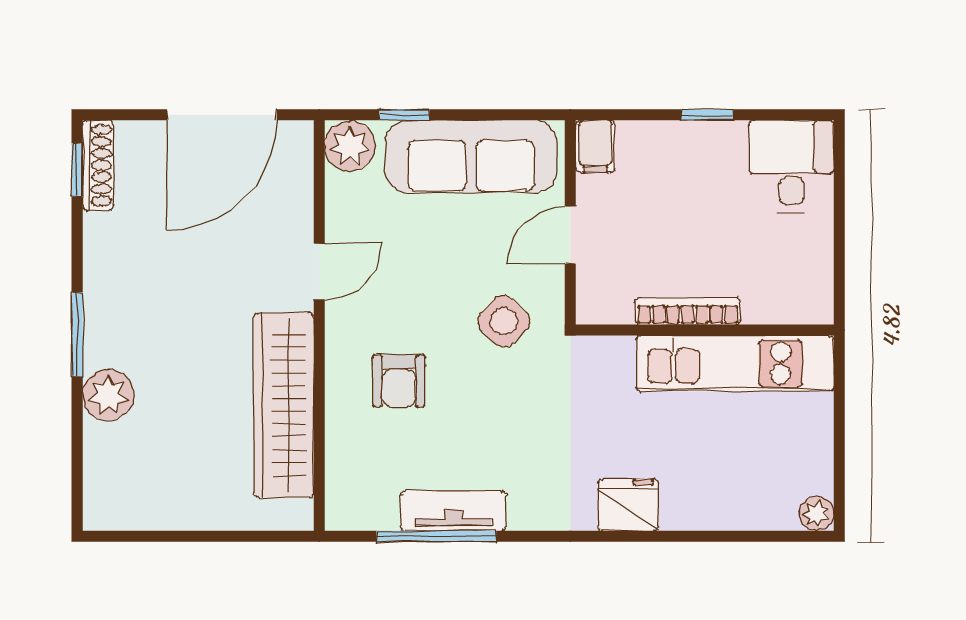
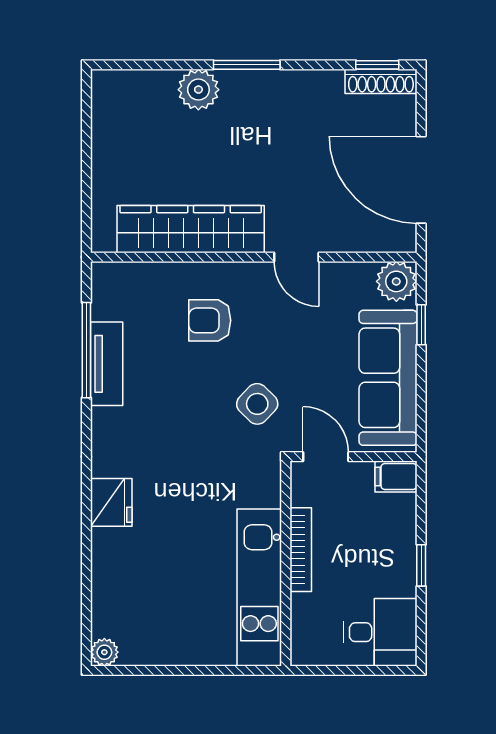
bookcase: (687, 311) -> (301, 550), moved
wall: (705, 330) -> (286, 563), moved
kitchen unit: (735, 363) -> (259, 587), moved

